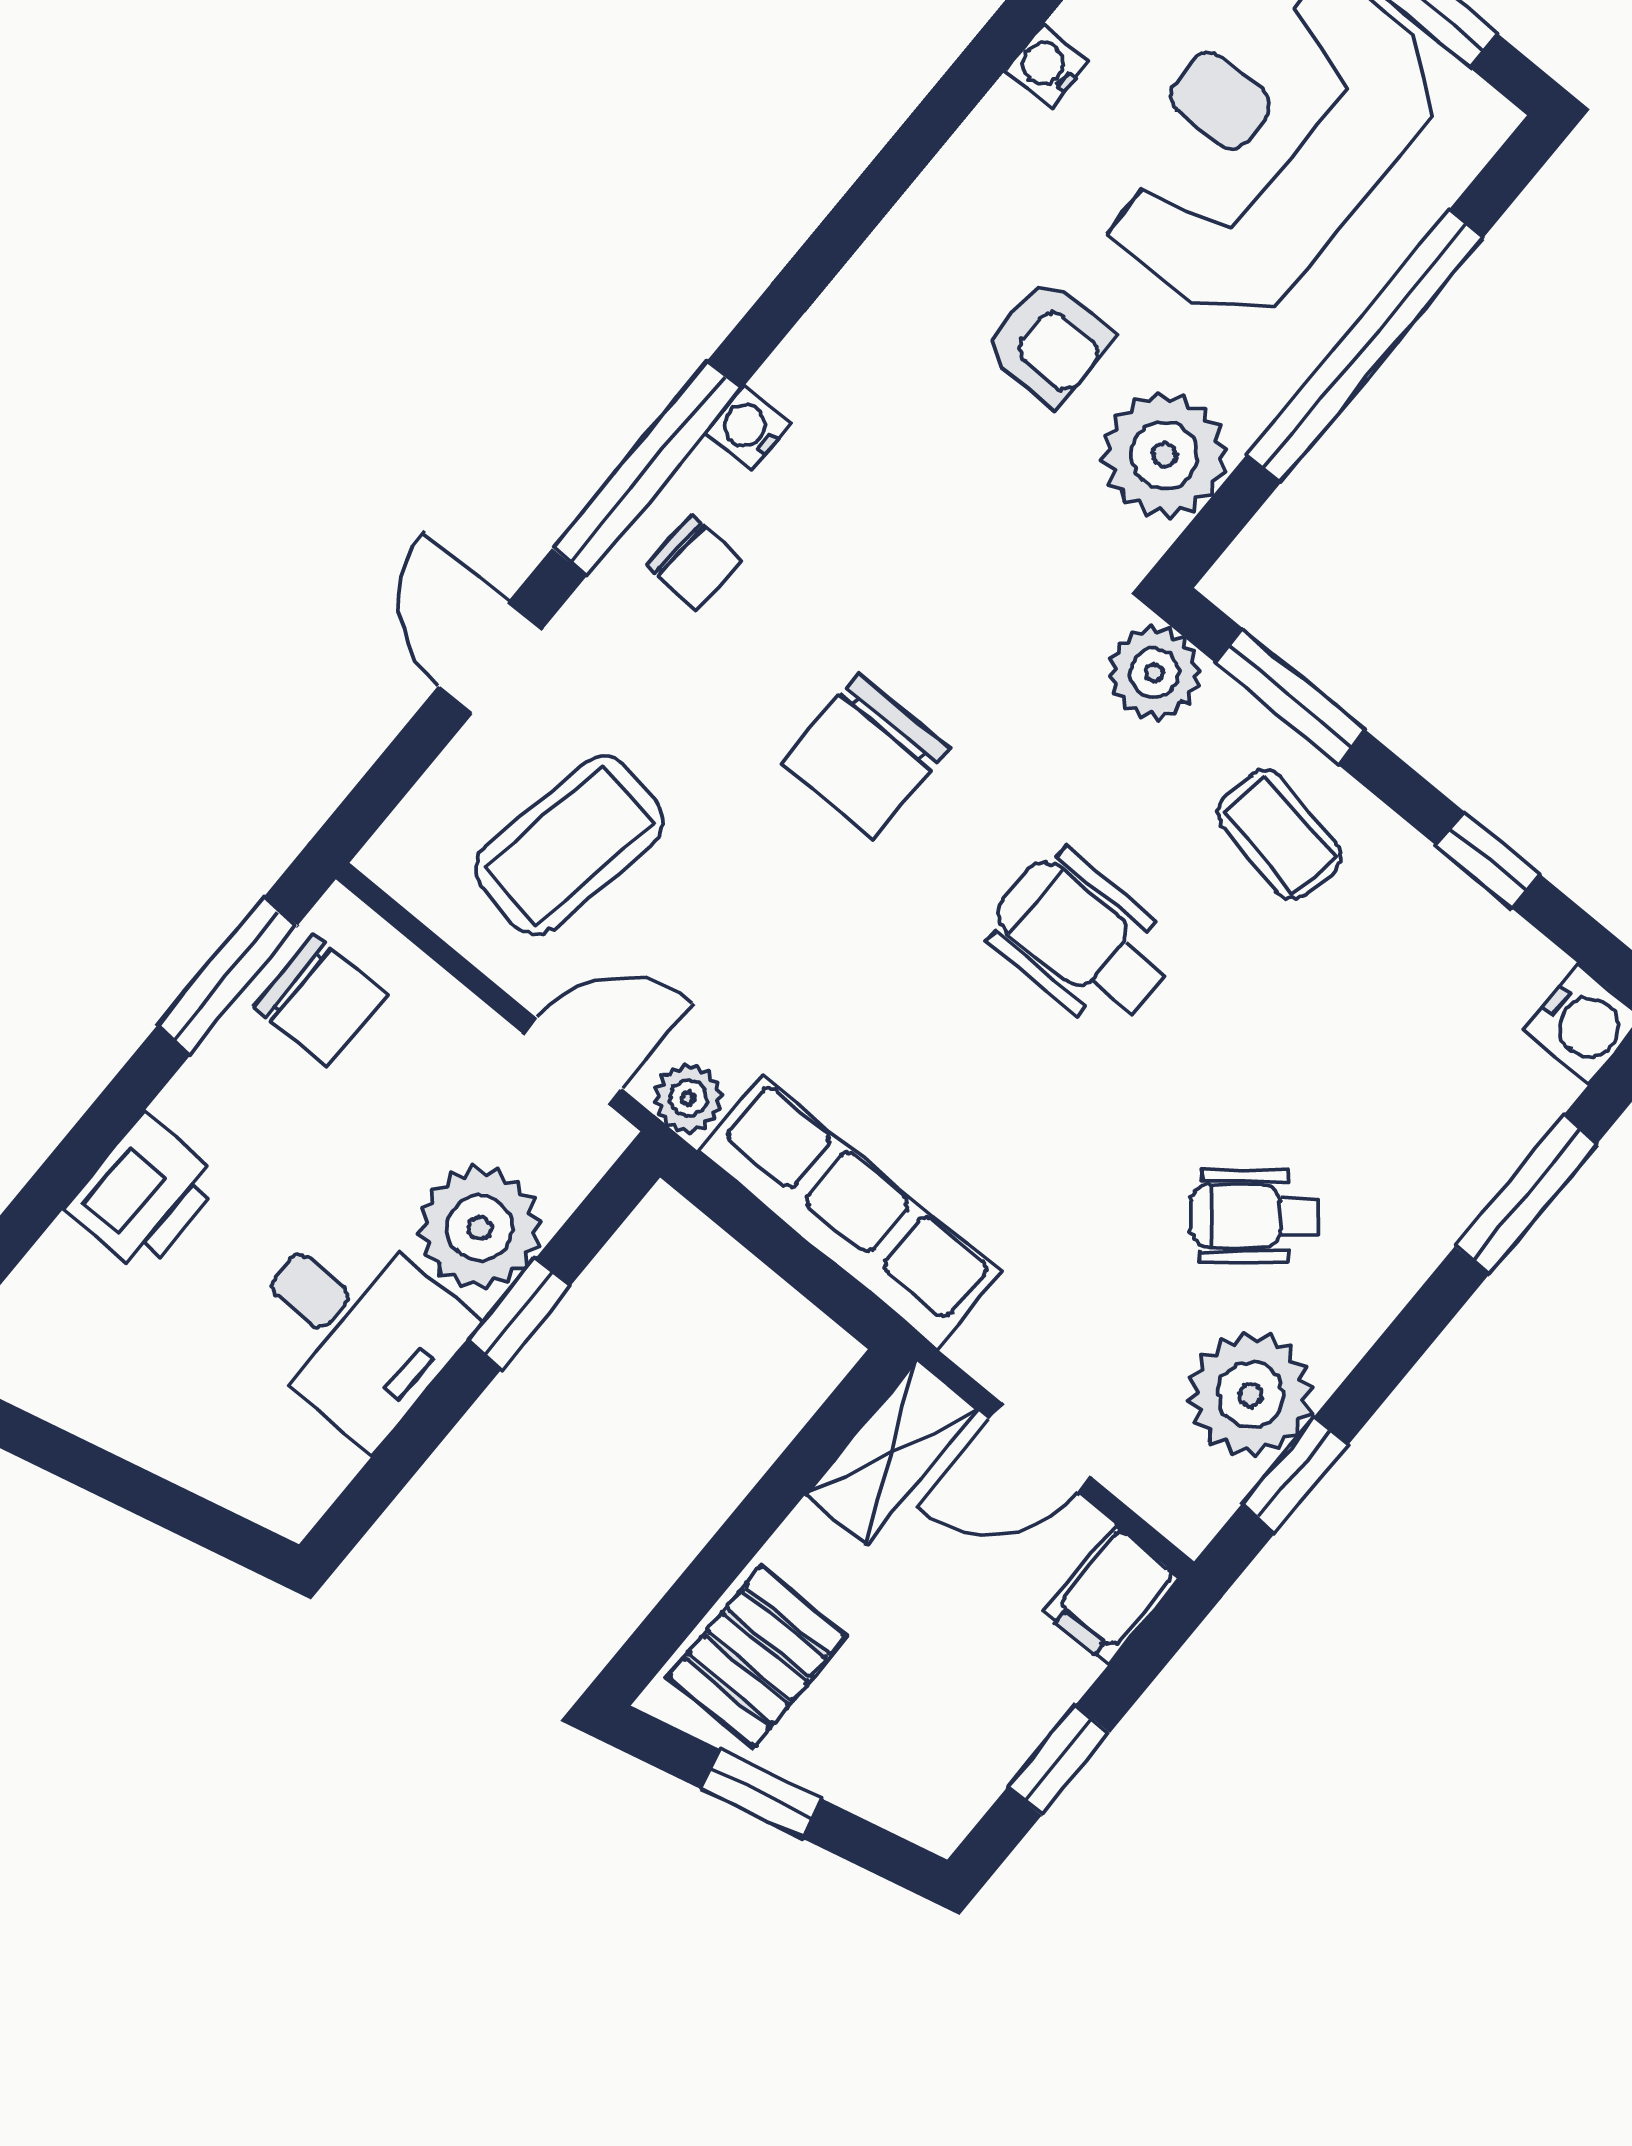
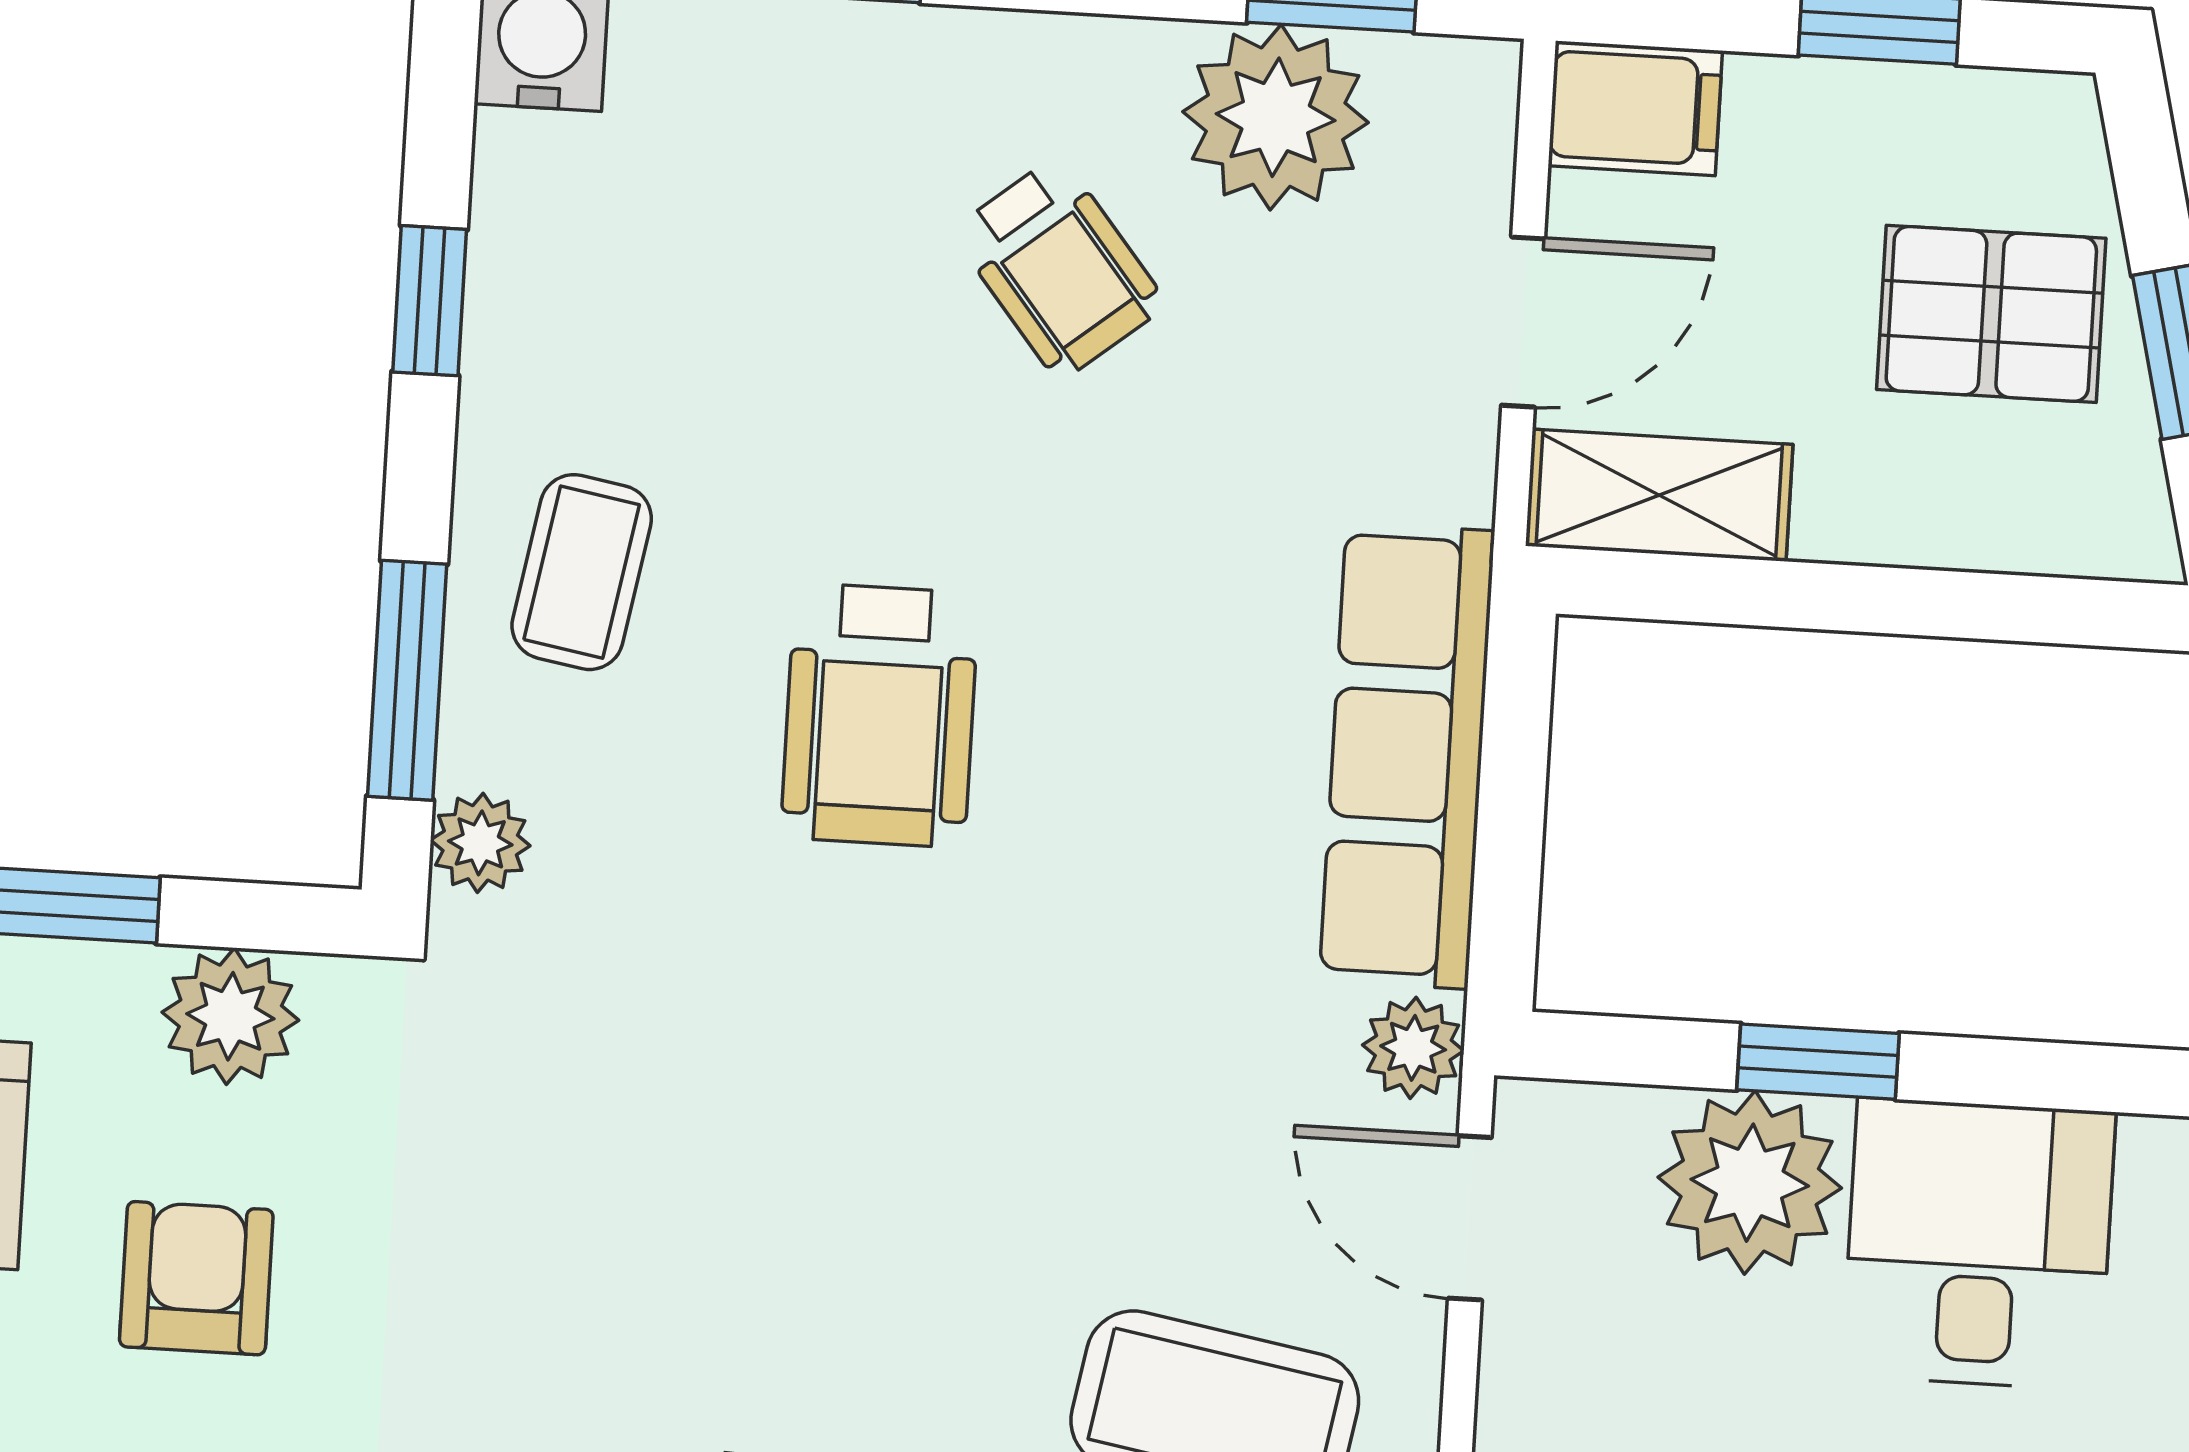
plant: (1164, 455) -> (230, 1016), width x0.73, depth x0.73
plant: (1154, 673) -> (480, 843), width x0.73, depth x0.73
chair: (866, 756) -> (849, 1134), removed
door: (1040, 1448) -> (1523, 322), hinge flipped
pallet: (757, 1657) -> (1991, 314), moved

